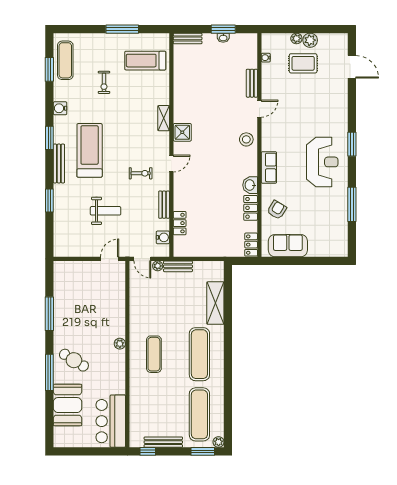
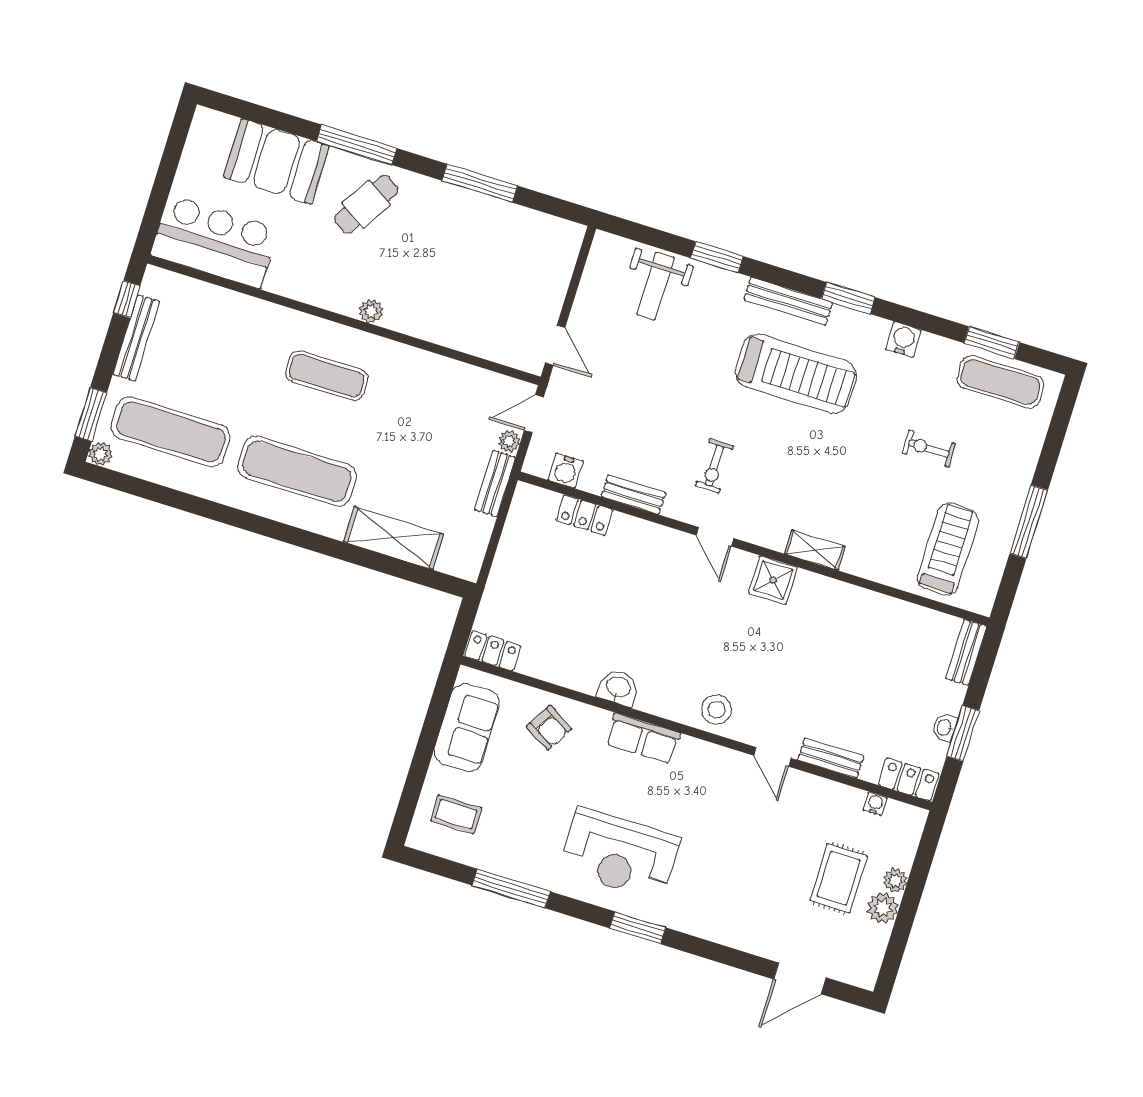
locker: (251, 208) -> (909, 779), moved
weight bench: (106, 211) -> (655, 286), moved
coffee table: (327, 238) -> (456, 814), added

